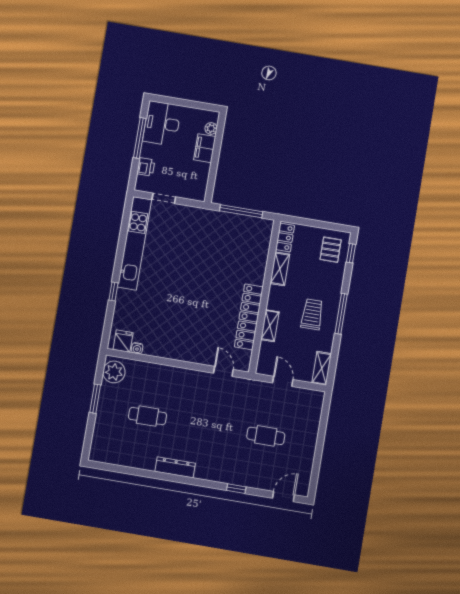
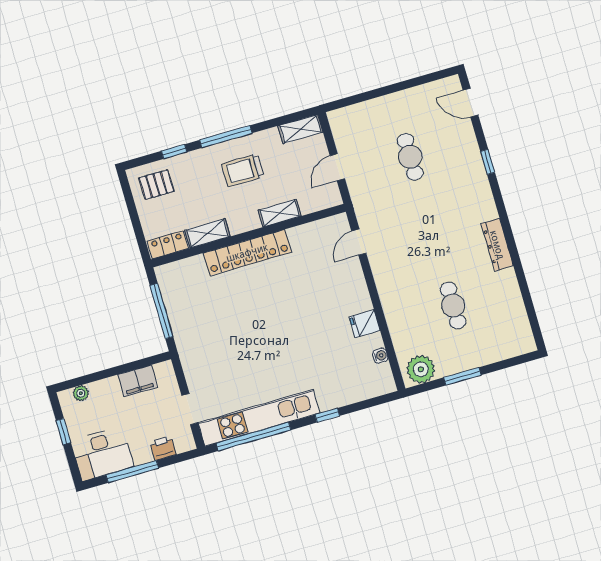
window: (190, 104) -> (63, 432), added
filing cabinet: (205, 148) -> (138, 381), moved
window: (123, 233) -> (253, 437), added
window: (351, 253) -> (174, 152), moved
locker: (249, 317) -> (247, 253), moved
fridge: (123, 341) -> (365, 324), moved

